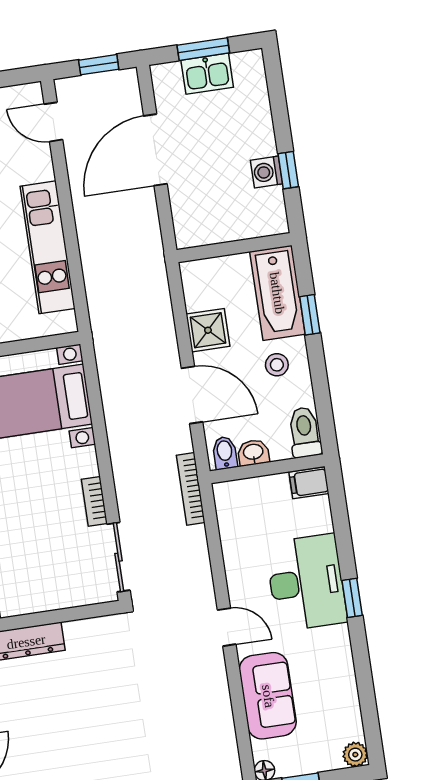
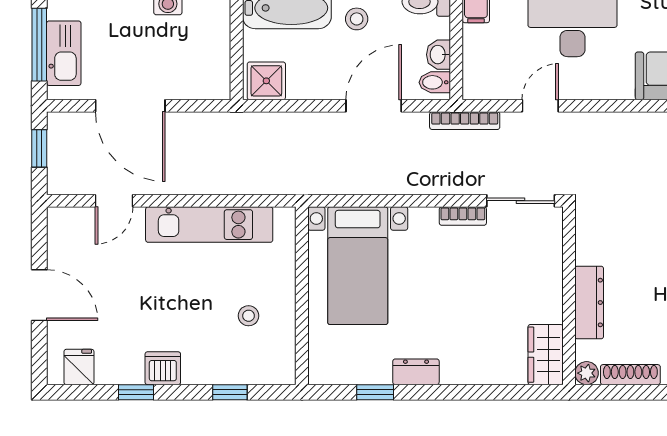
window: (203, 49) -> (39, 45), width x1.44
kitchen sink: (207, 74) -> (64, 53), width x1.38
door: (53, 122) -> (114, 201), moved
shower: (208, 330) -> (266, 81), moved
door: (227, 627) -> (540, 106), moved

